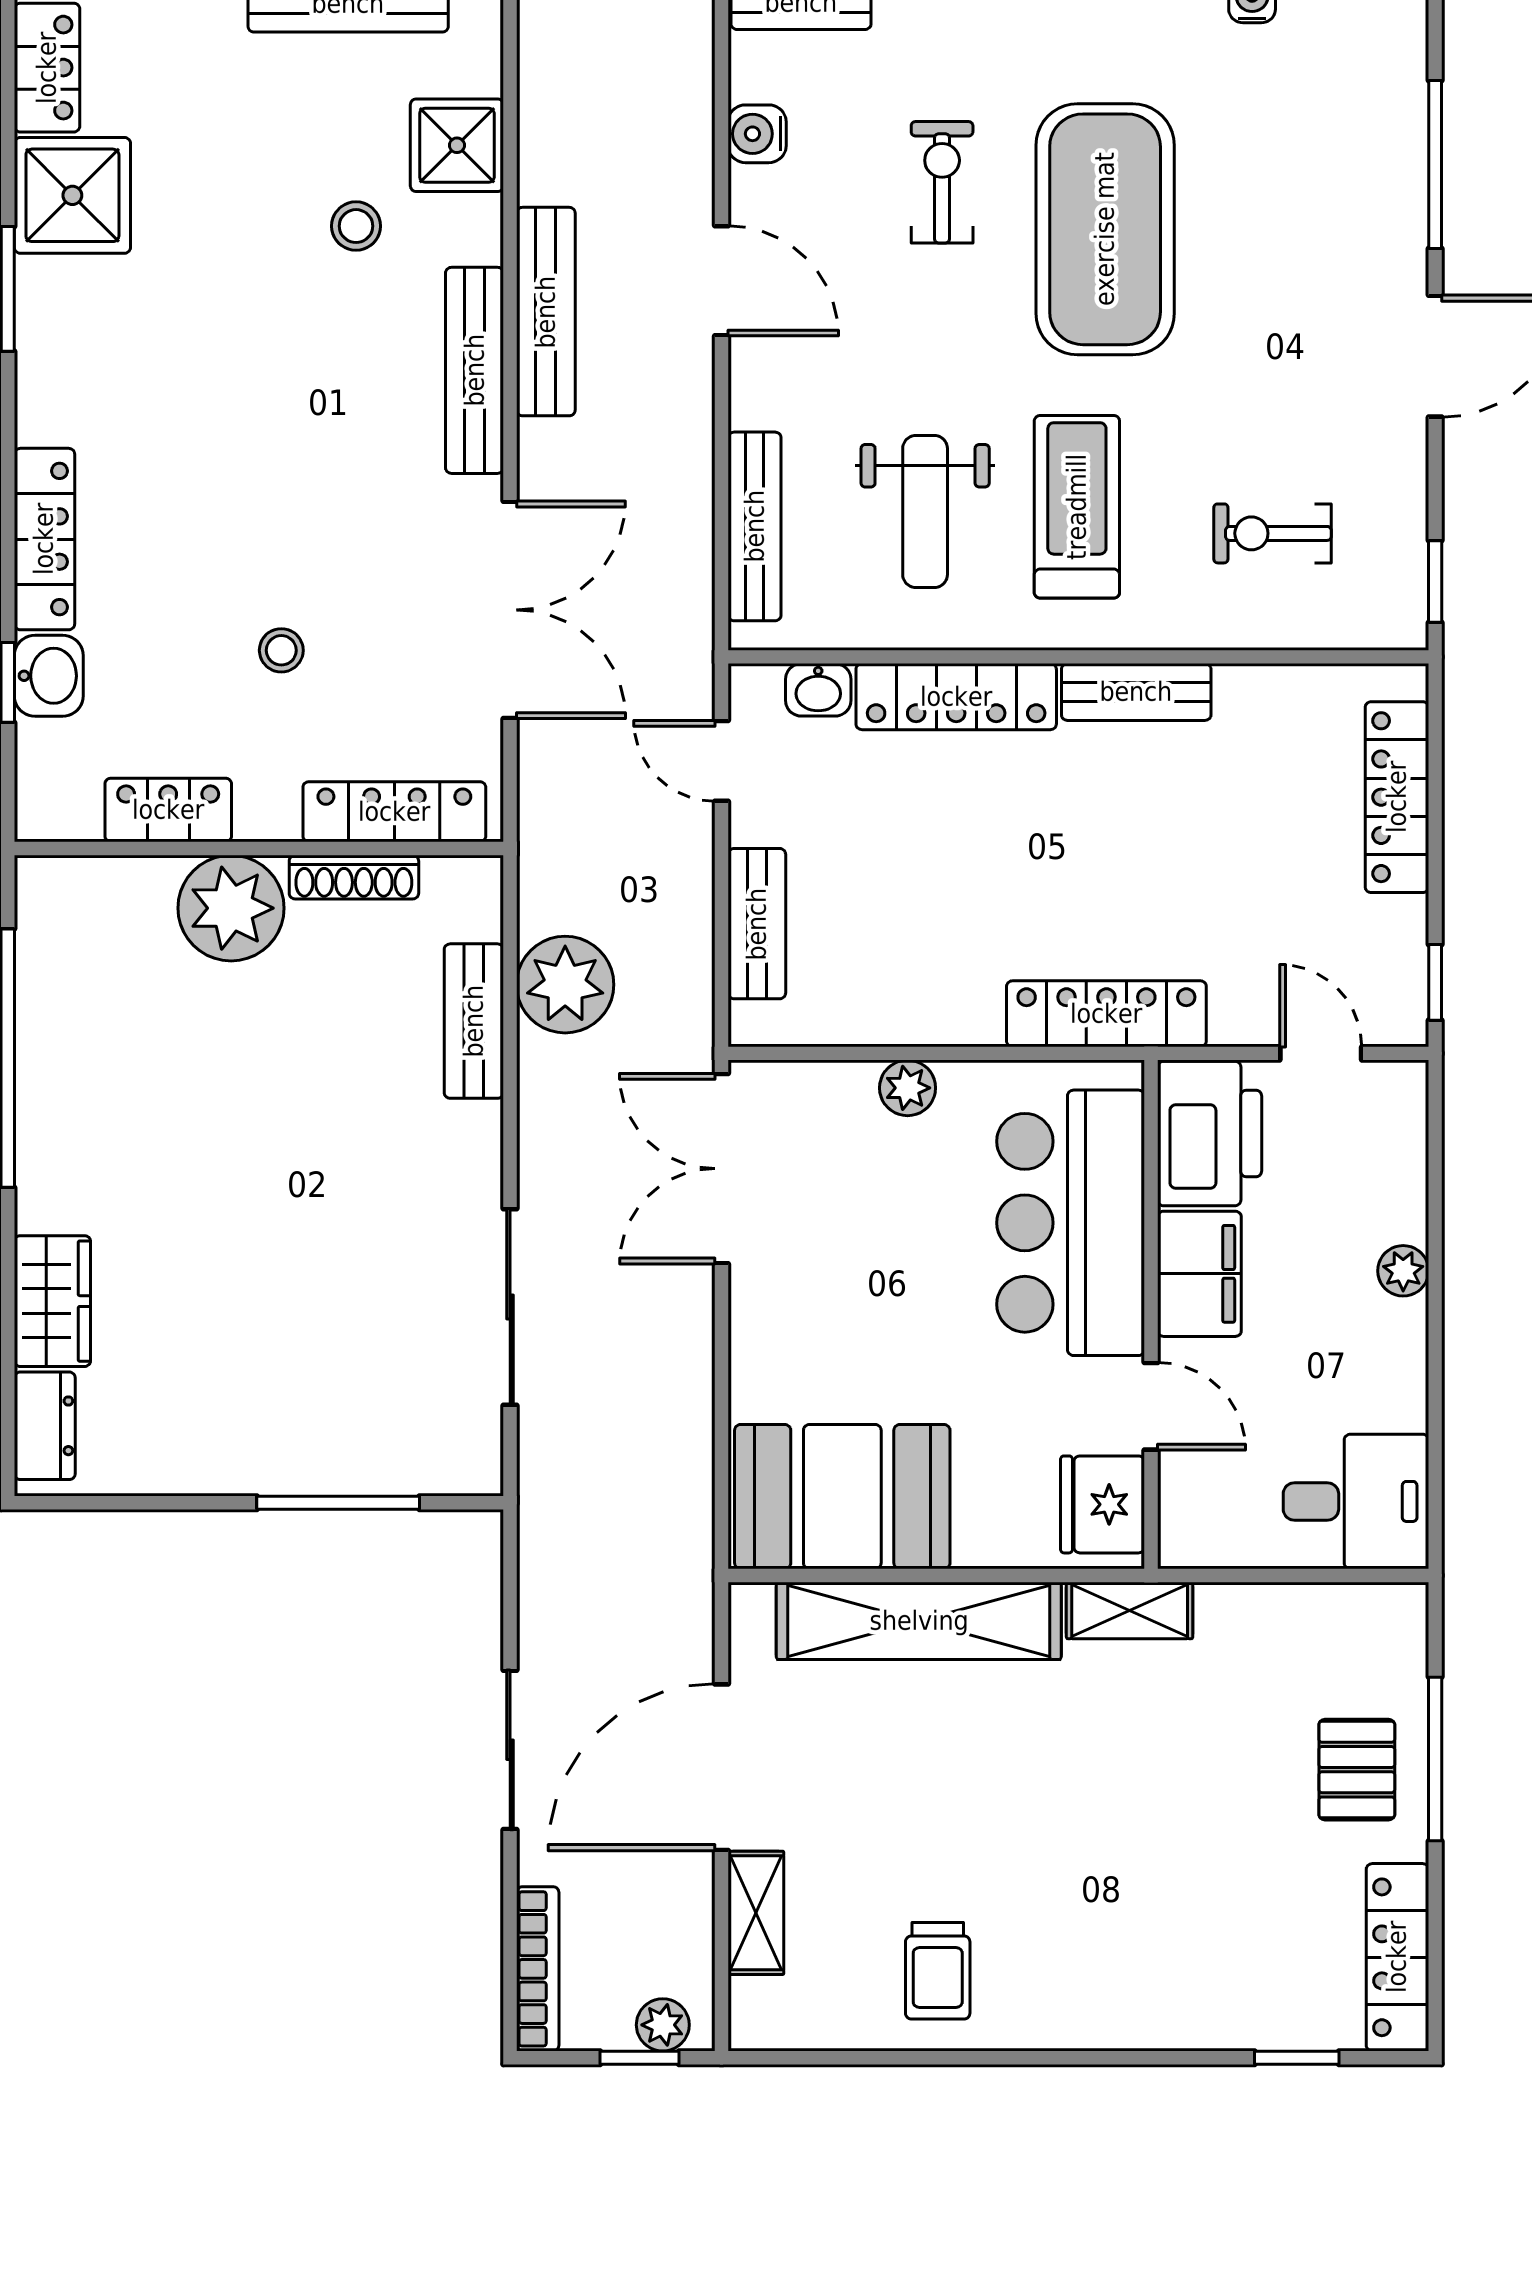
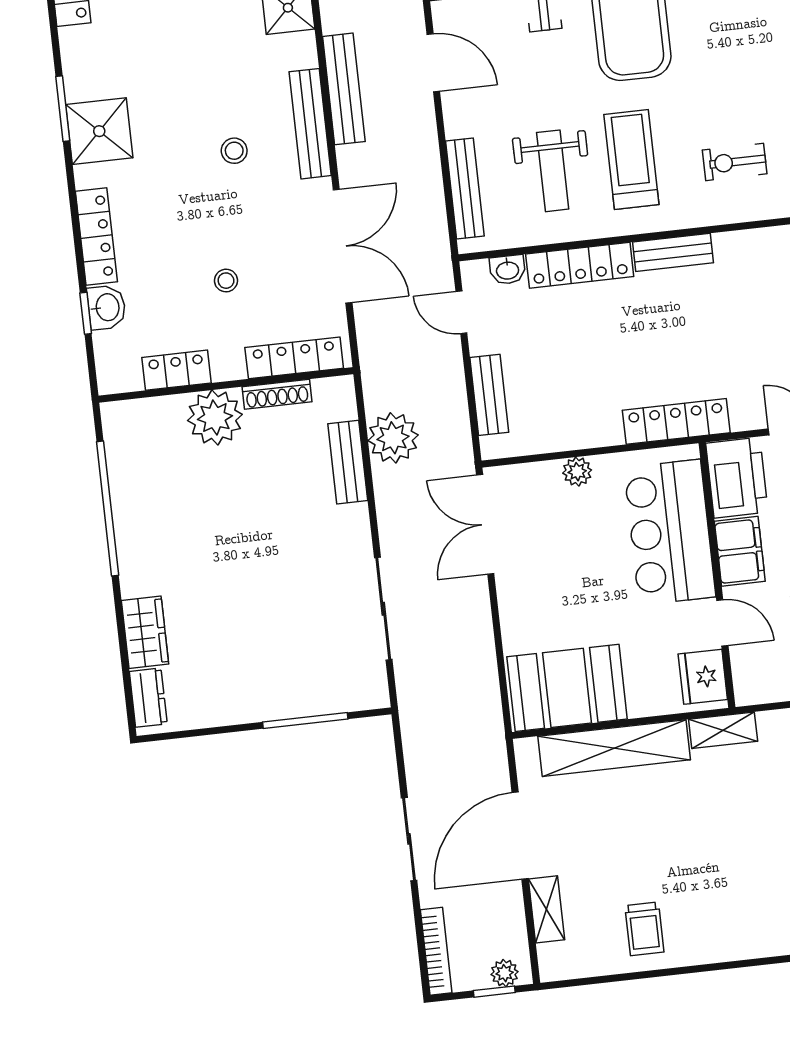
shower: (72, 195) -> (99, 131), moved
stool: (356, 226) -> (234, 151), moved

